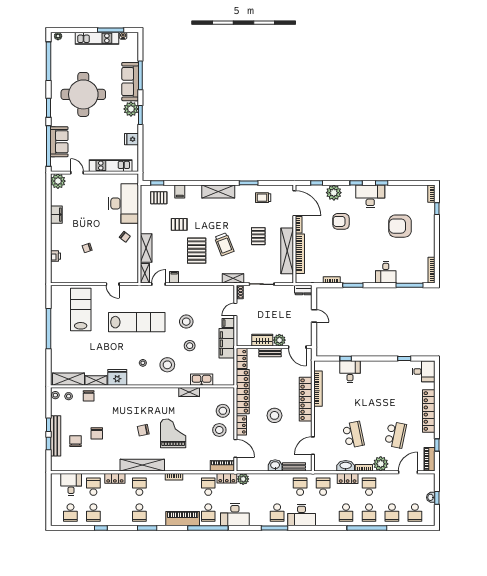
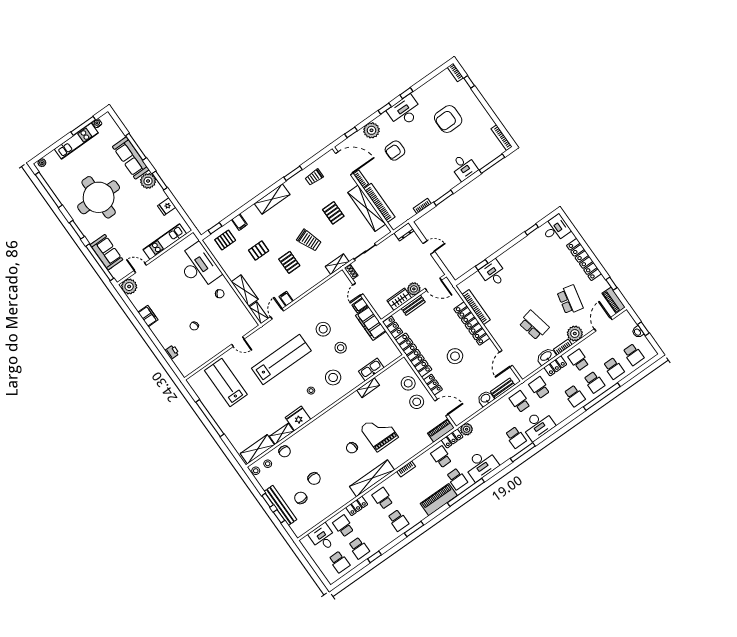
pallet: (197, 251) -> (289, 262), width x0.67, depth x0.71

